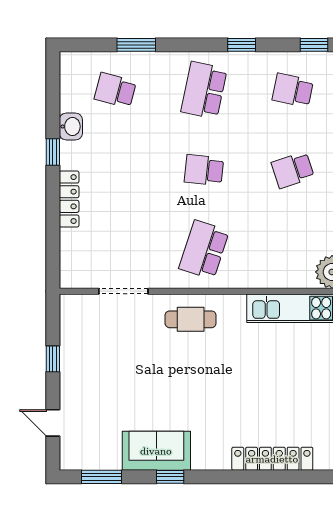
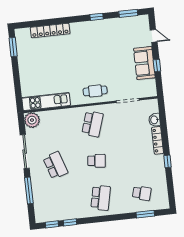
window: (136, 45) -> (145, 214), moved
window: (242, 45) -> (70, 222), moved
school desk: (293, 90) -> (59, 202), removed
washbasin: (71, 127) -> (154, 120), moved
school desk: (293, 170) -> (55, 165), width x1.85
sofa: (156, 451) -> (144, 63), moved, turned 90

